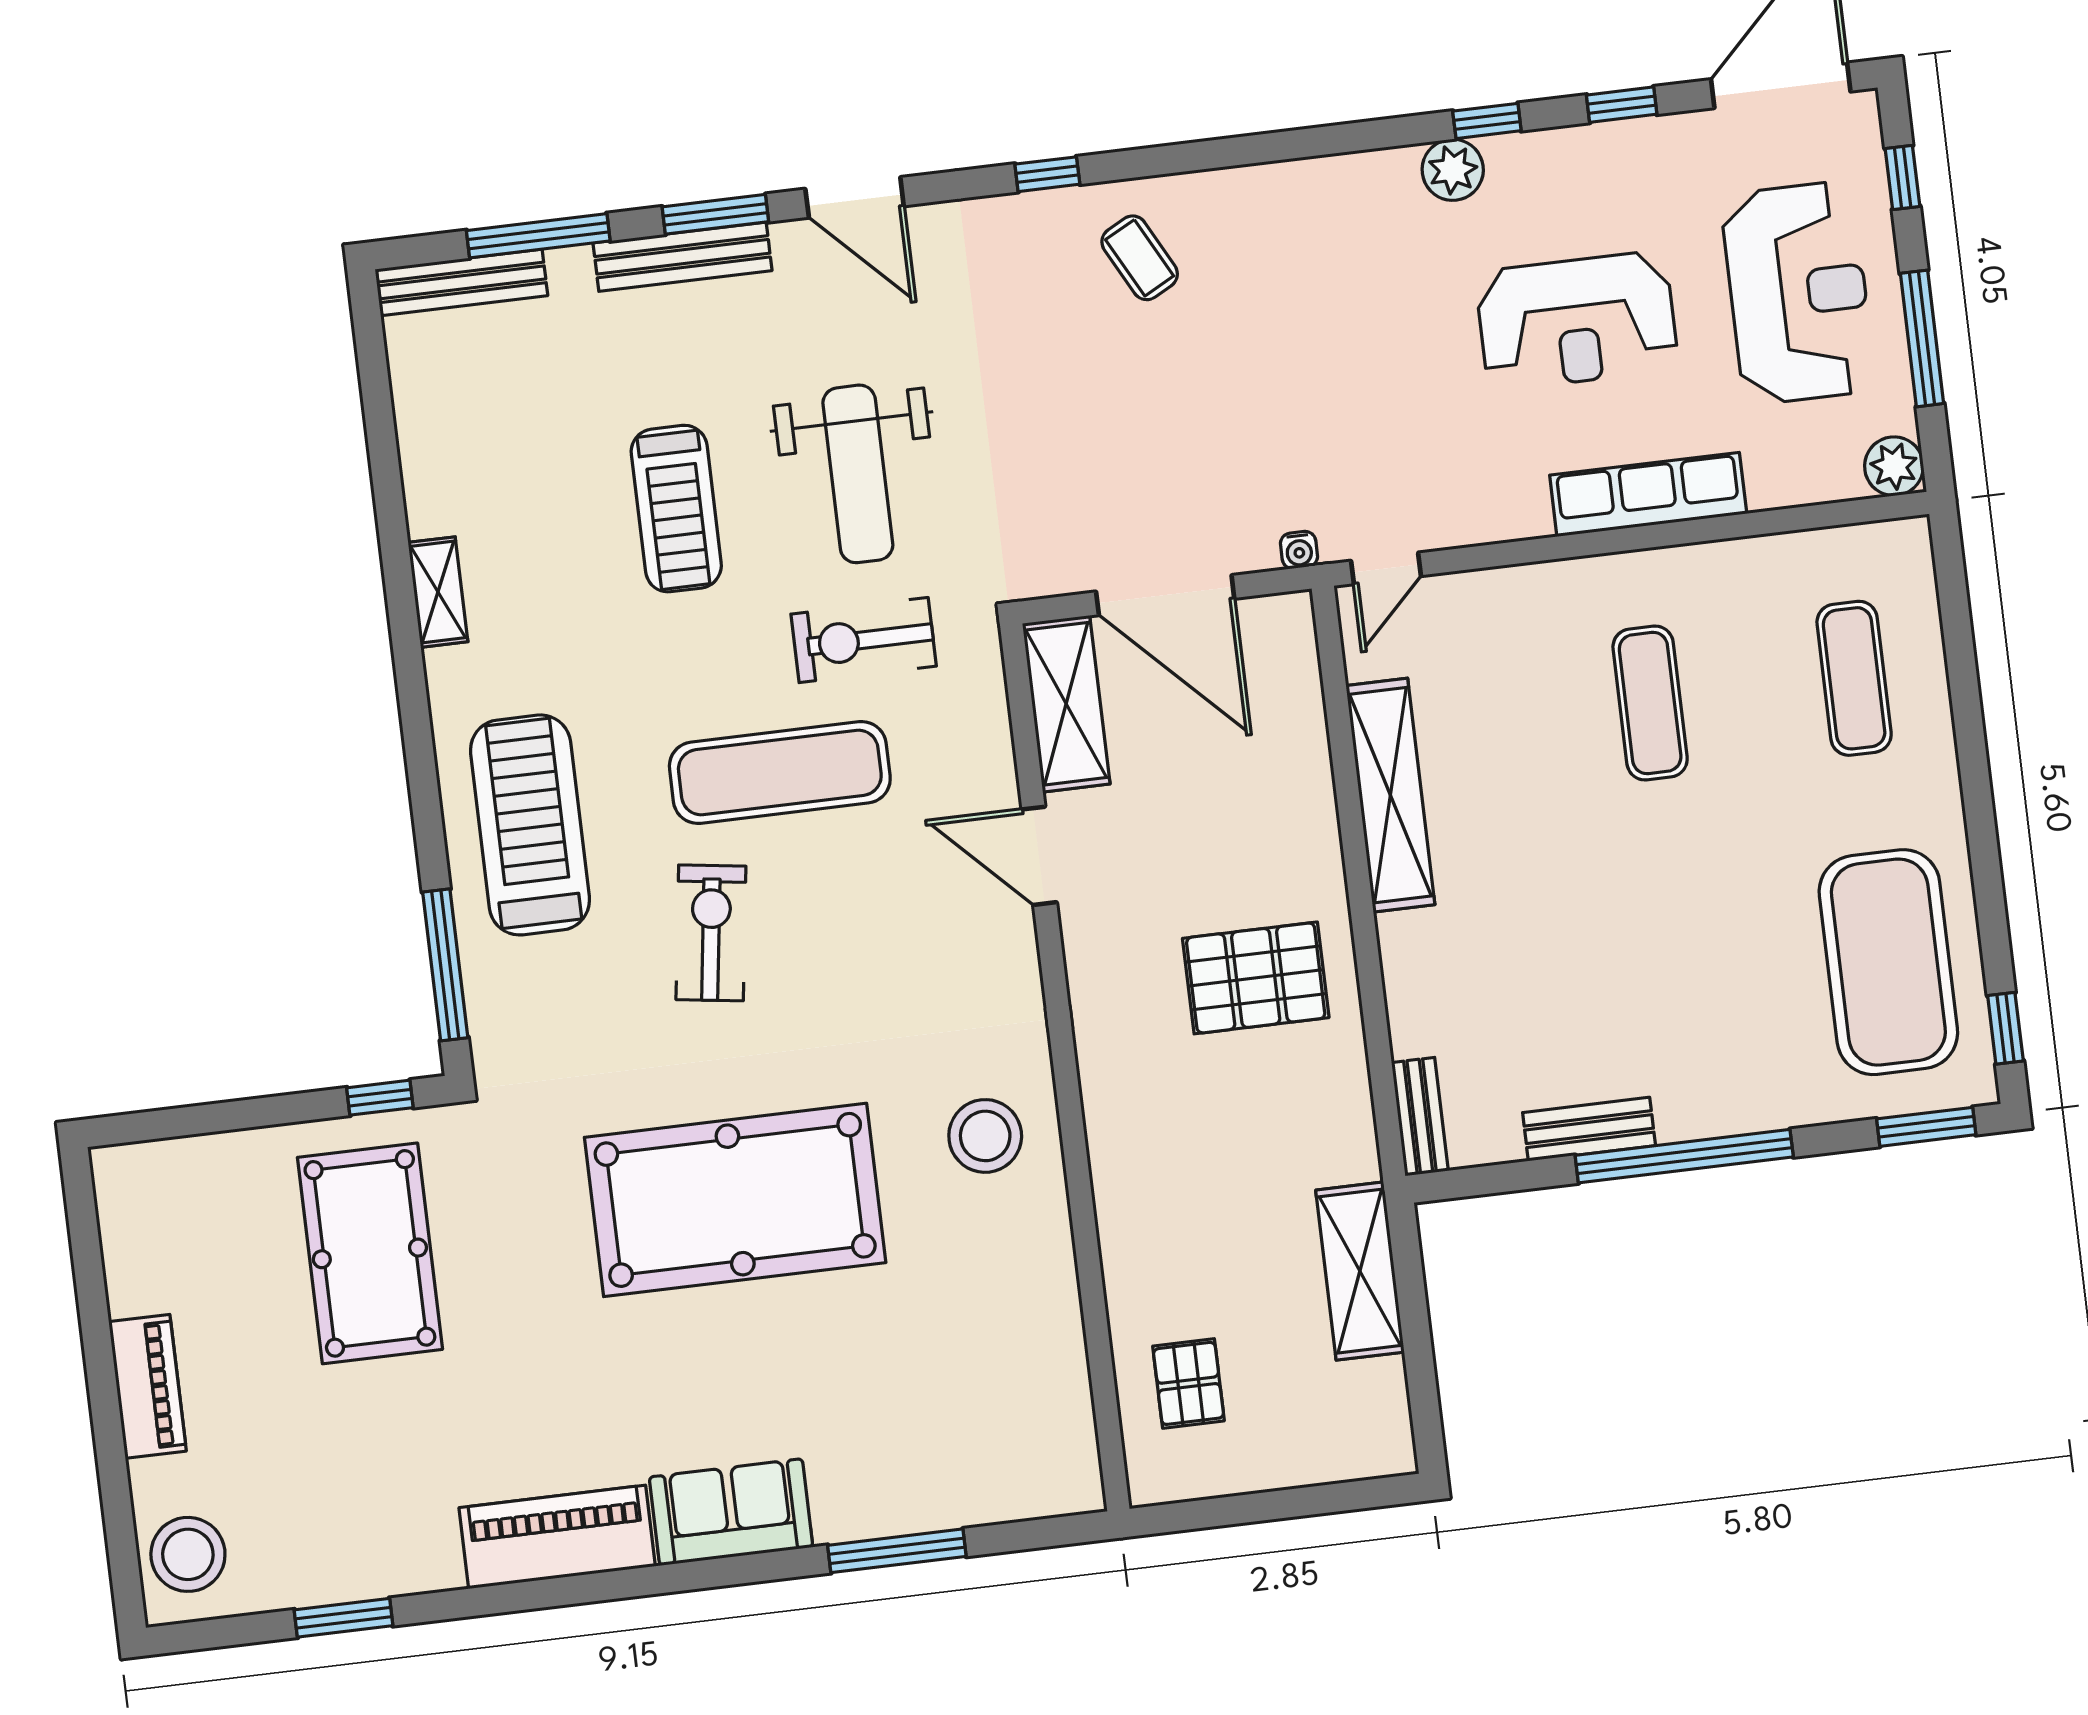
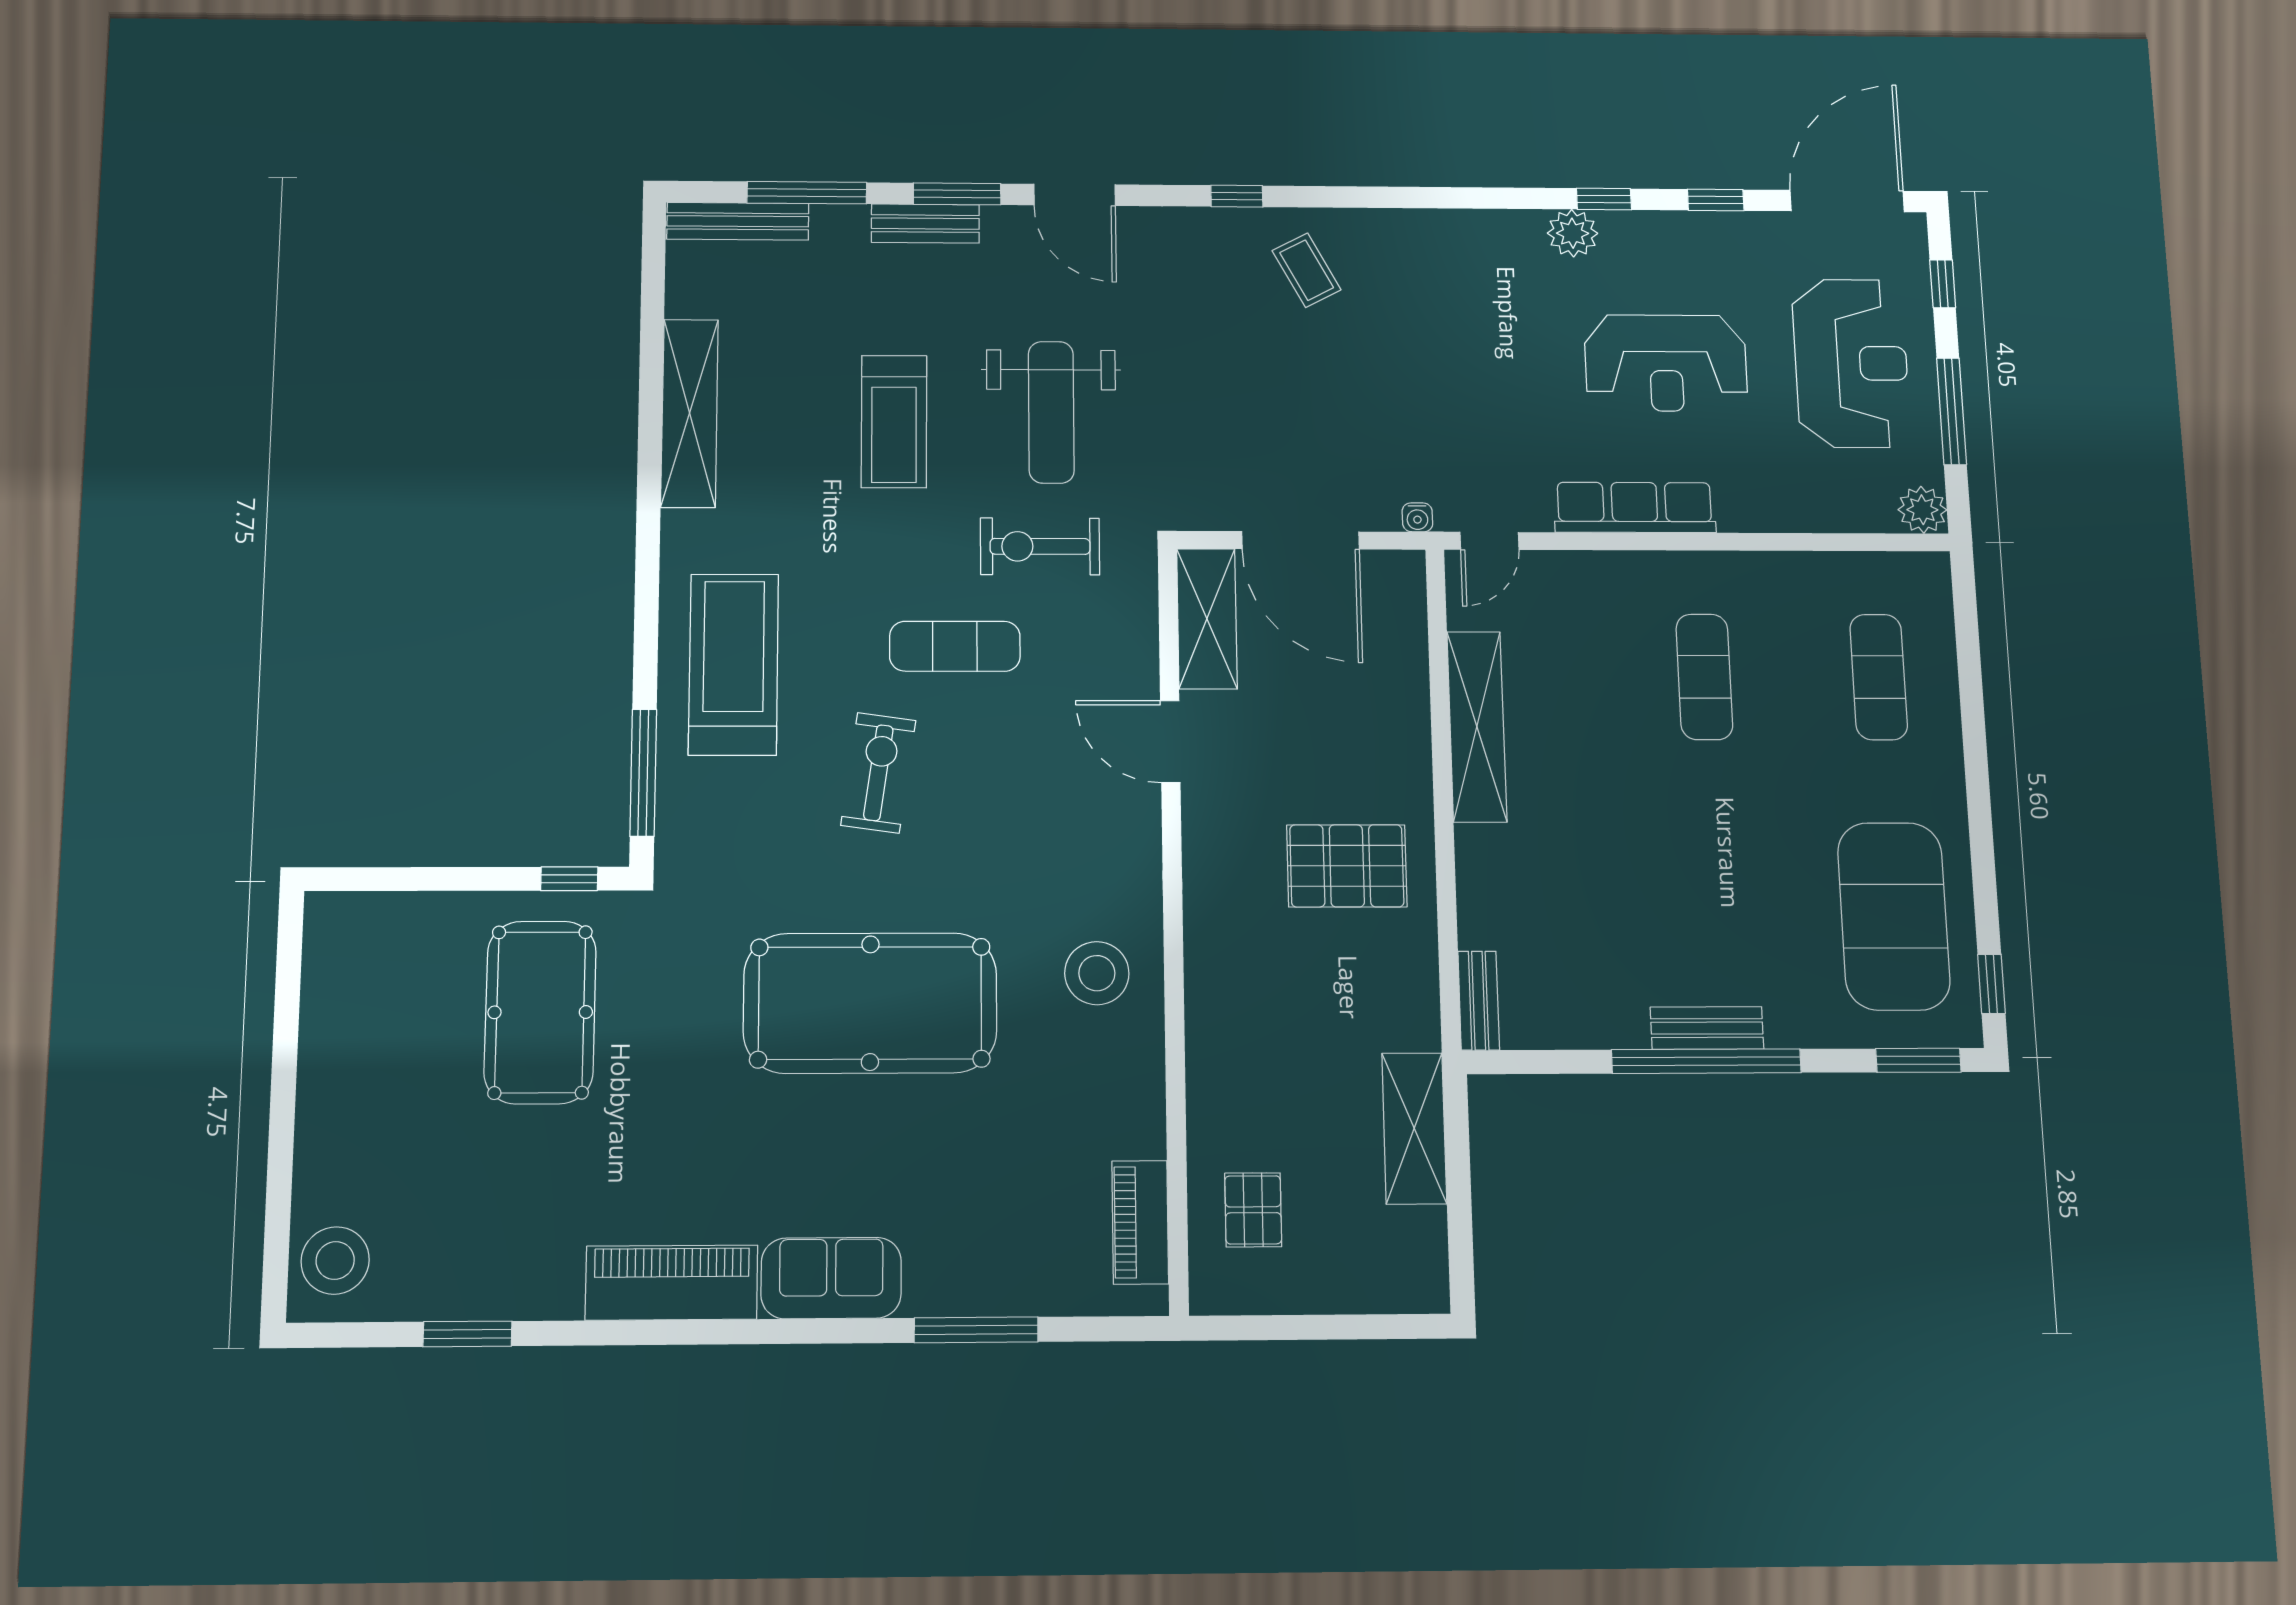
bench: (683, 257) -> (925, 224), width x0.73
row of seats: (1648, 494) -> (1635, 507), moved
shelving: (438, 592) -> (690, 413), width x2.20, depth x1.33
exercise mat: (780, 772) -> (955, 646), width x0.73, depth x0.69
bench: (1589, 1129) -> (1707, 1028), moved
piano: (148, 1386) -> (1140, 1222), moved, turned 180

